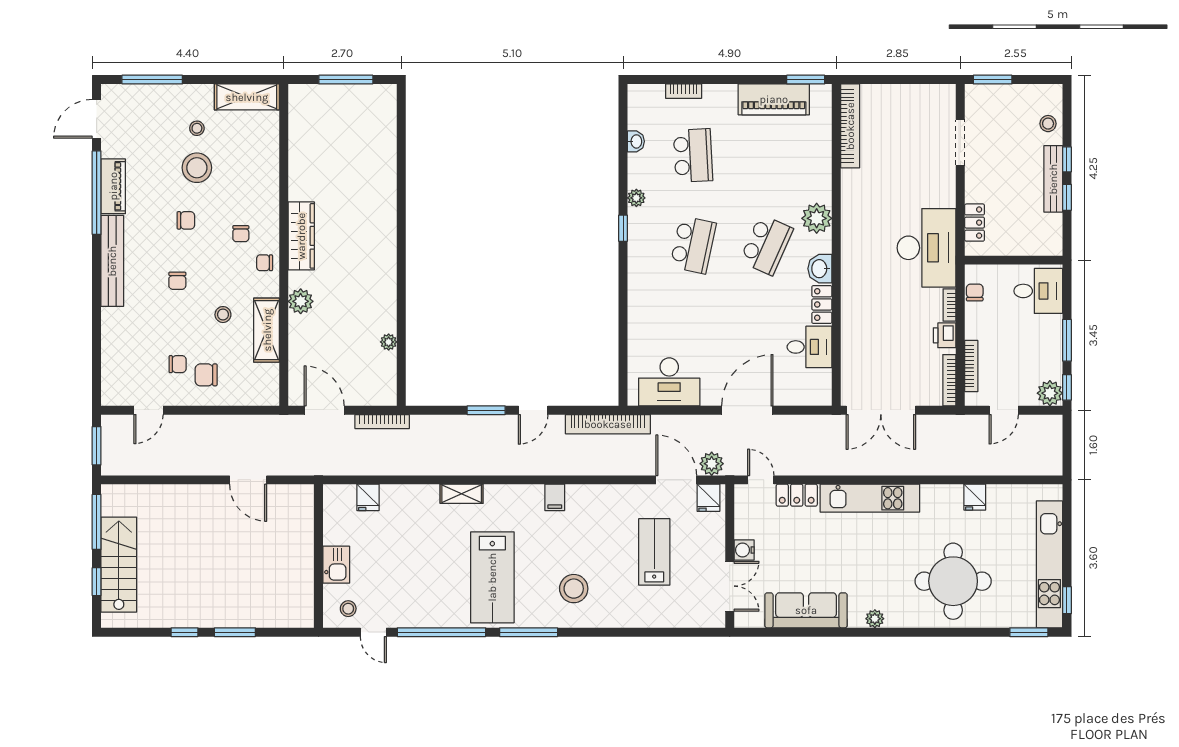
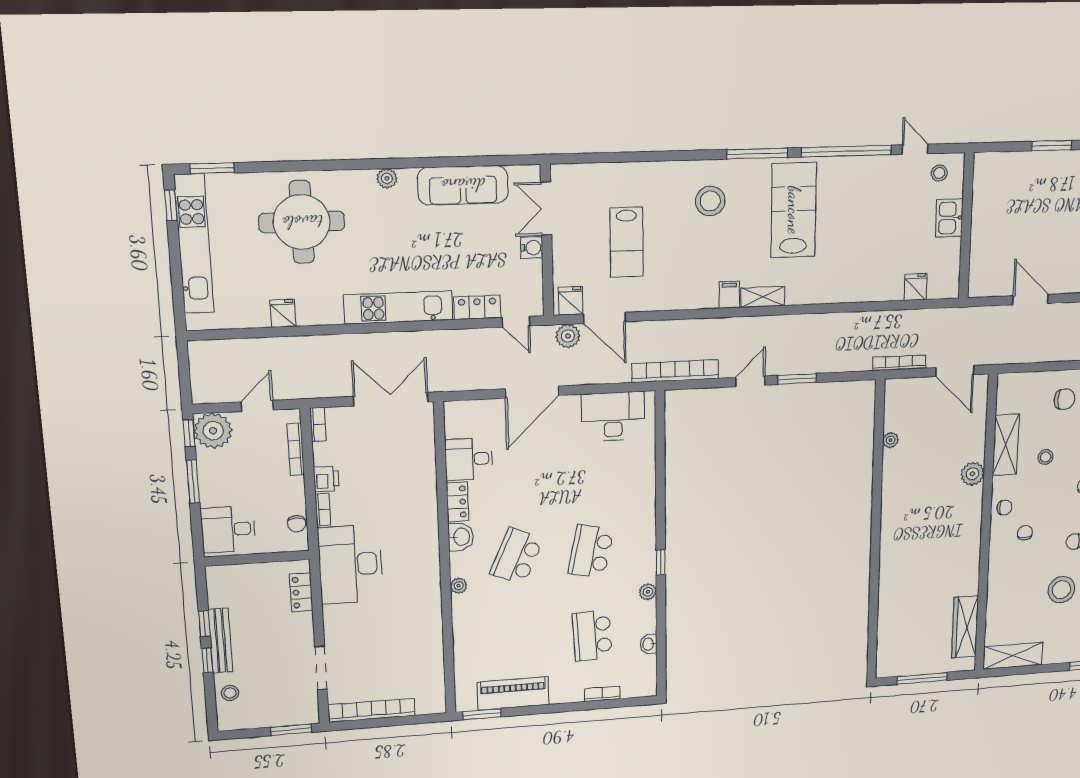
bookcase: (850, 126) -> (372, 710), moved, turned 90
stool: (197, 128) -> (1059, 625), removed
plant: (817, 218) -> (459, 586), width x0.53, depth x0.53
wardrobe: (301, 236) -> (965, 627), moved
bookcase: (949, 380) -> (318, 424), width x0.64
plant: (1050, 393) -> (213, 431), width x1.36, depth x1.36
shelving: (462, 494) -> (763, 297), moved

